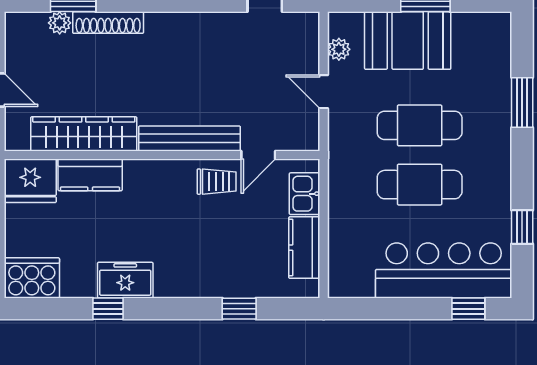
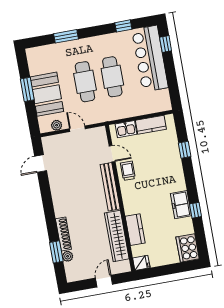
door: (324, 92) -> (77, 129), swing flipped
fridge: (30, 181) -> (141, 263), width x0.53, depth x0.75

